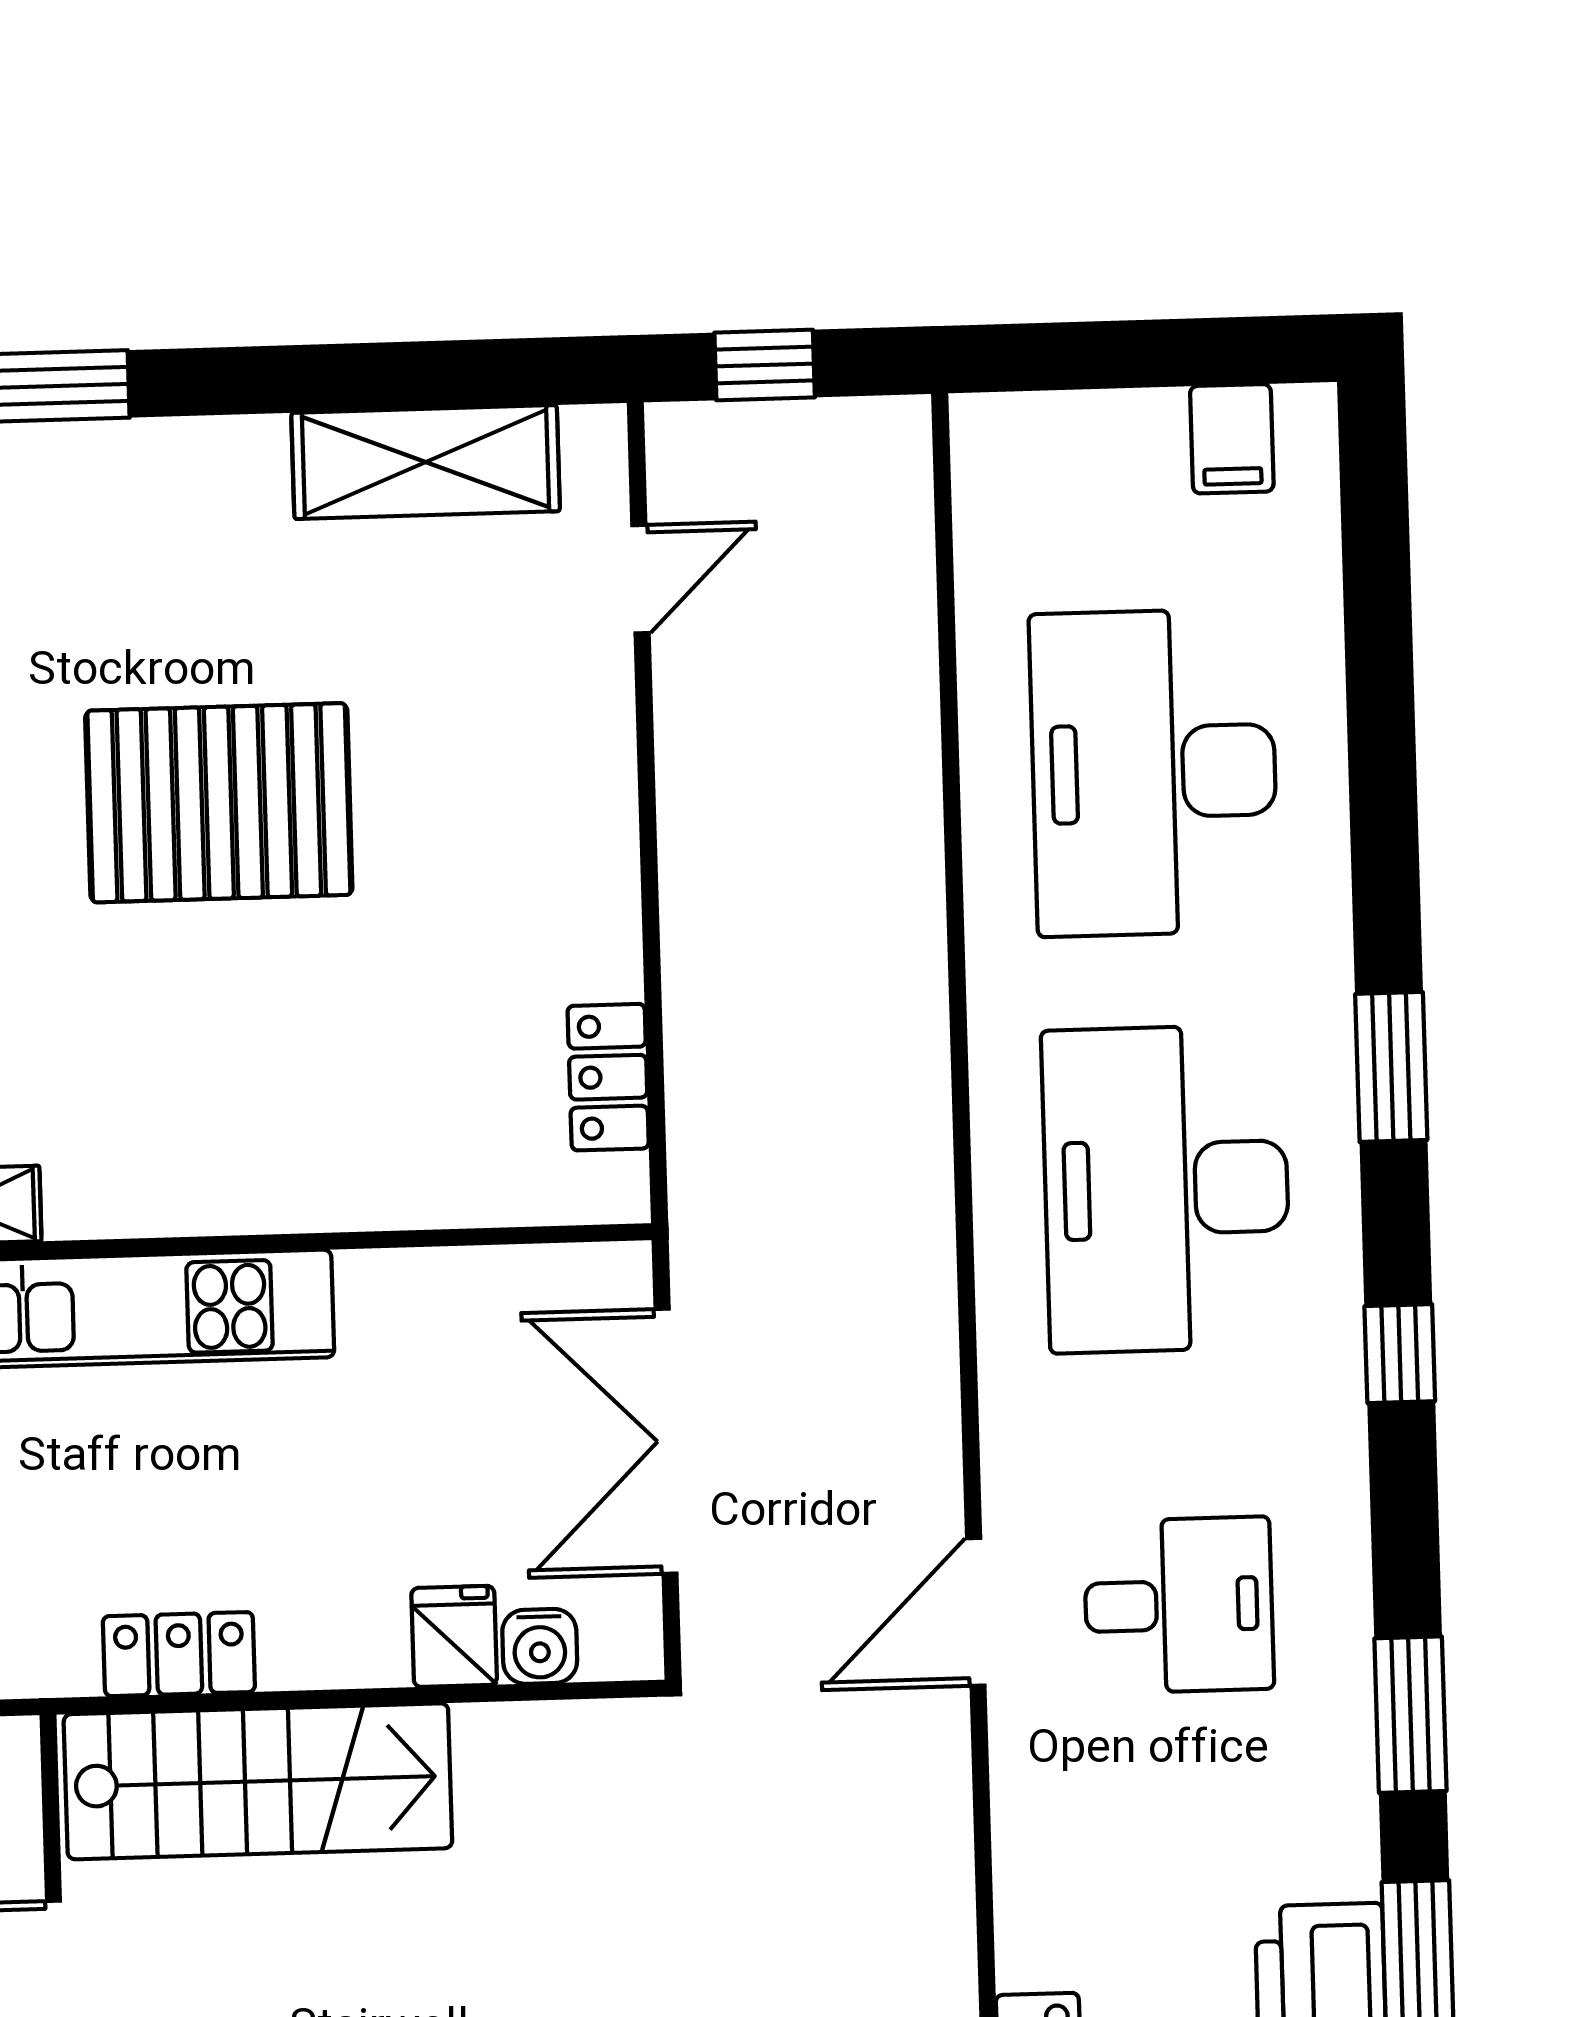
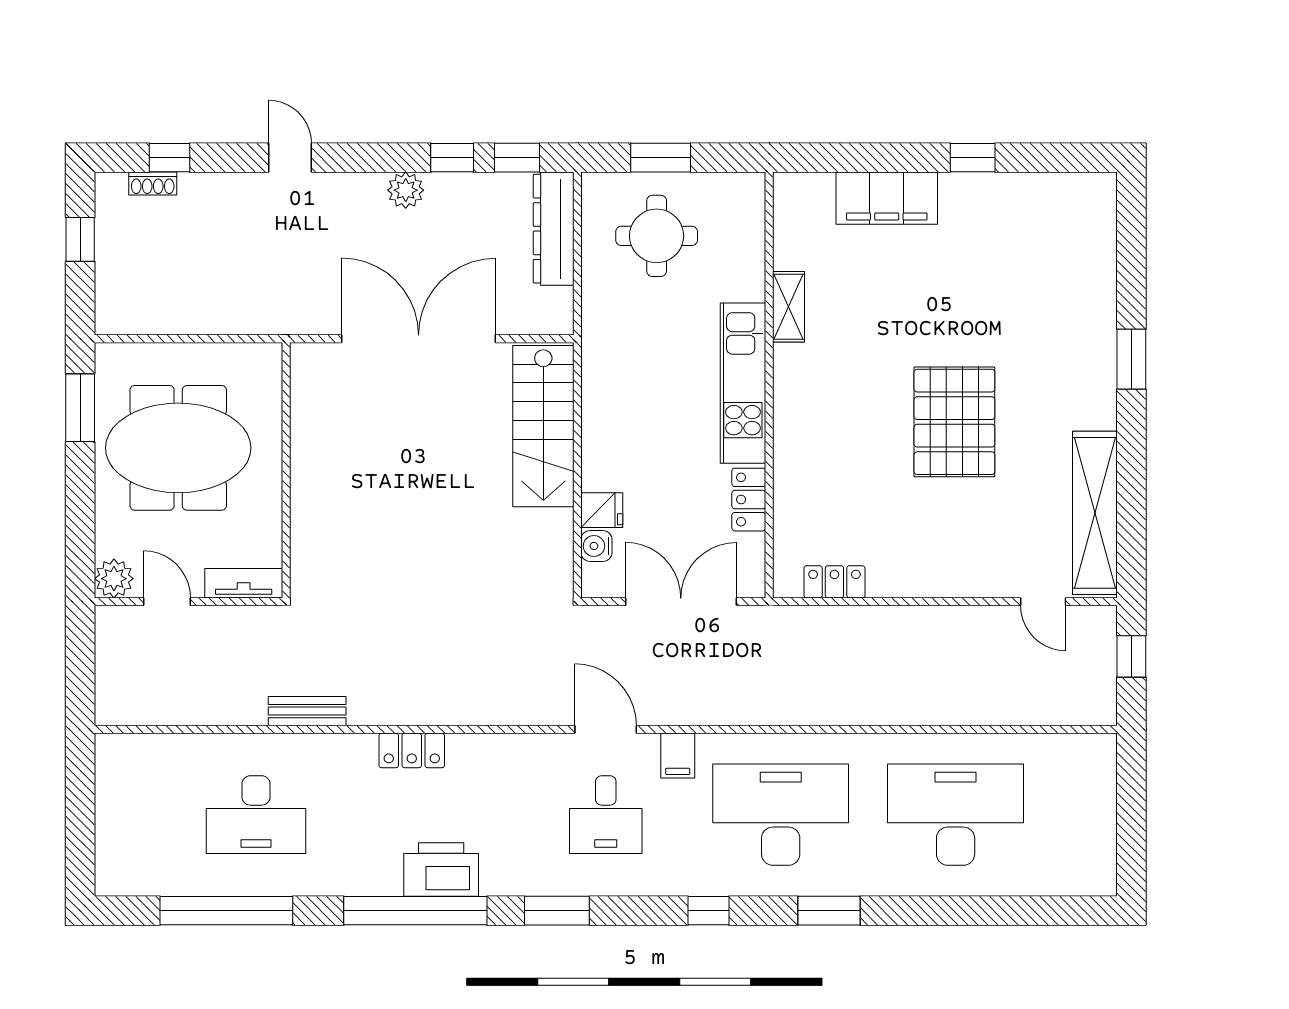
filing cabinet: (1232, 439) -> (678, 756), moved, turned -90
shelving: (426, 462) -> (1095, 513), width x1.47
locker: (179, 1654) -> (749, 500), moved, turned 180

